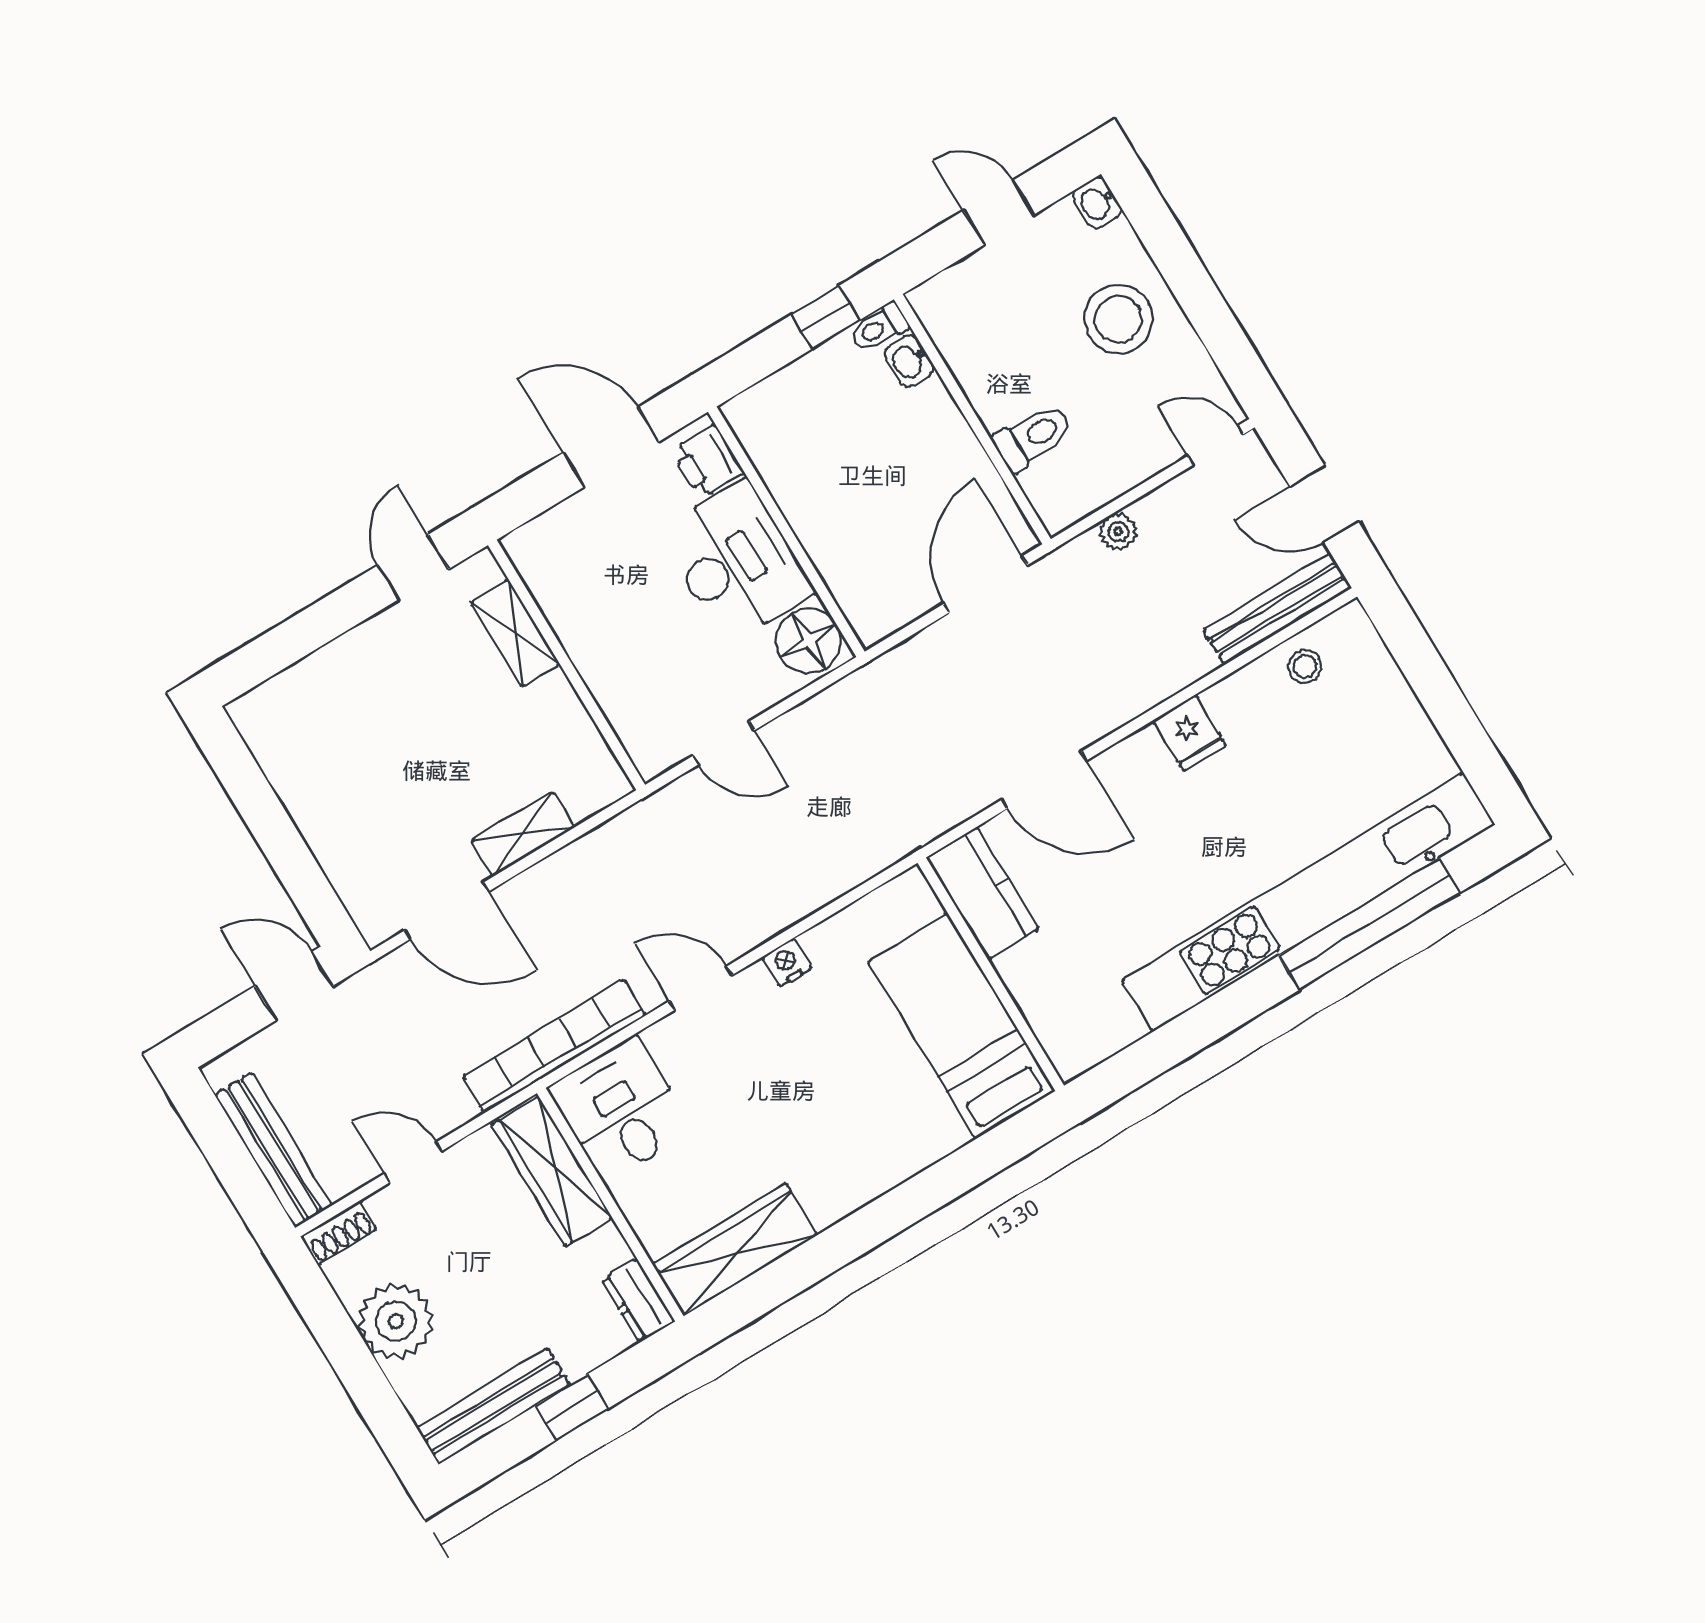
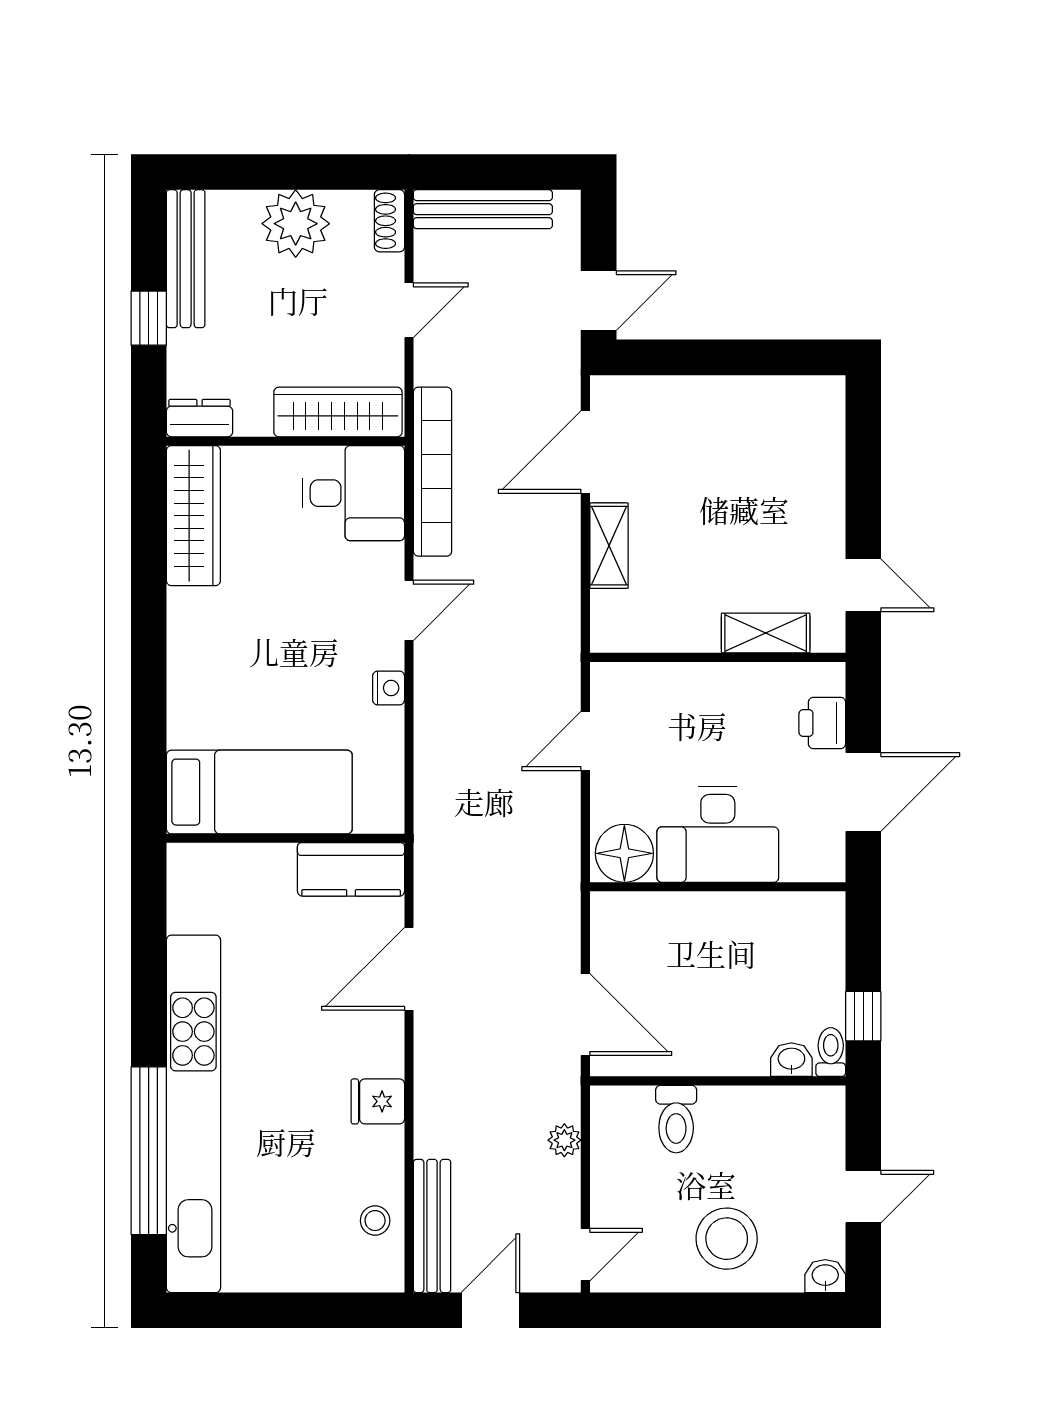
printer: (707, 462) -> (822, 723), moved, turned -90

